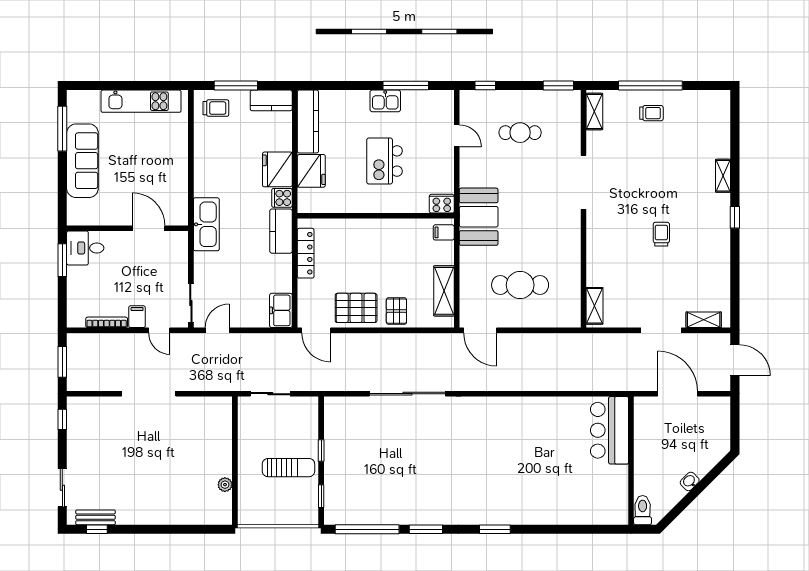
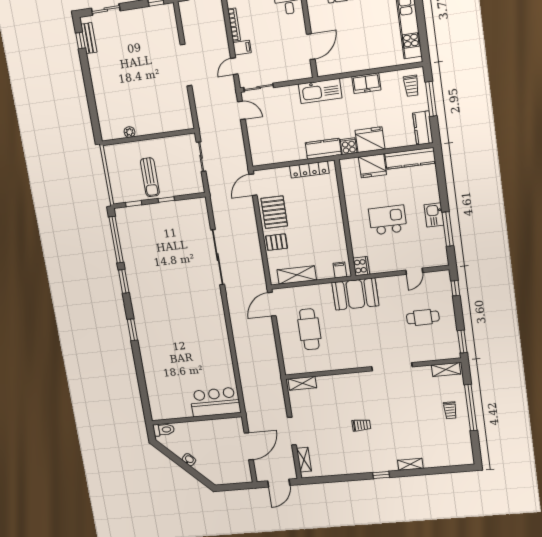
cafe table: (520, 133) -> (423, 317), turned 90
freezer: (281, 310) -> (366, 83), moved, turned 180

